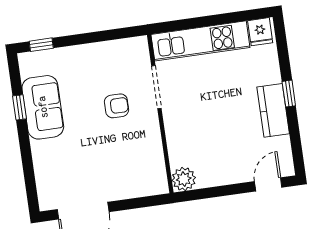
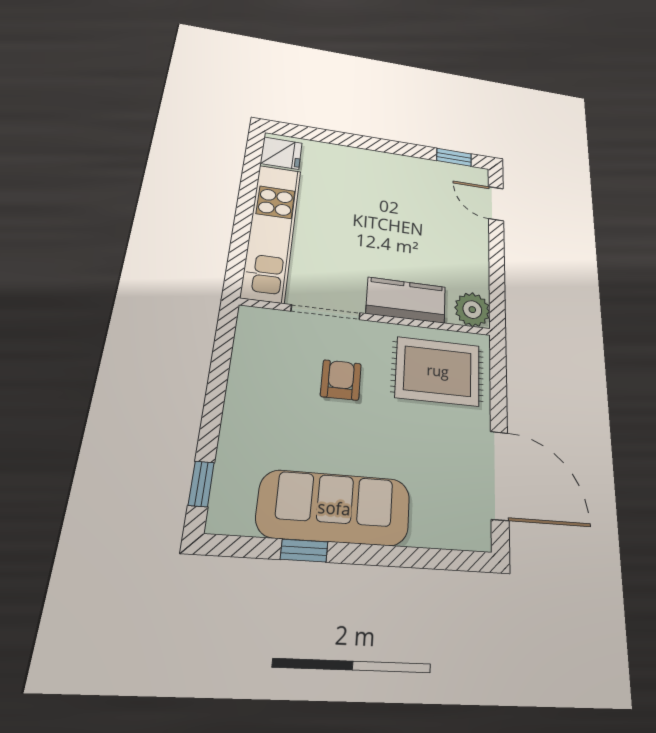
window: (289, 94) -> (454, 157), moved
sofa: (43, 107) -> (334, 508), width x1.36
kitchen counter: (273, 110) -> (406, 300), moved, turned 180
rug: (137, 163) -> (438, 371), added

